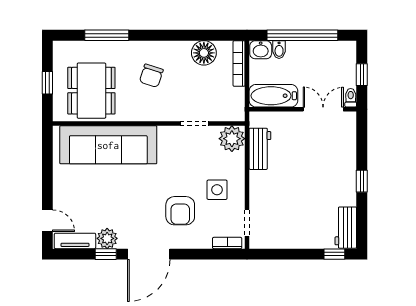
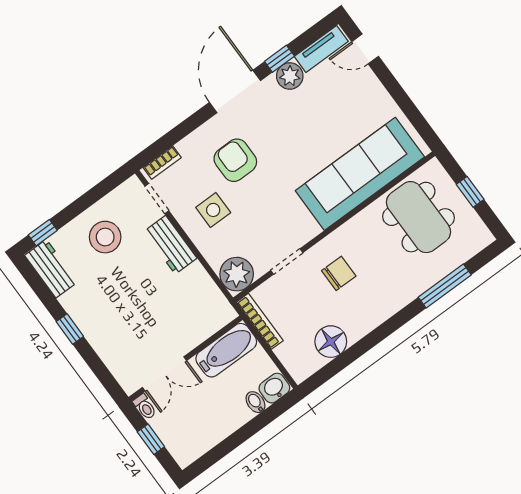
window: (302, 35) -> (242, 435), removed
bookcase: (239, 64) -> (260, 321), moved
chair: (151, 76) -> (339, 273), moved, turned 72
workbench: (260, 149) -> (170, 245), moved
stool: (297, 223) -> (105, 237), added

